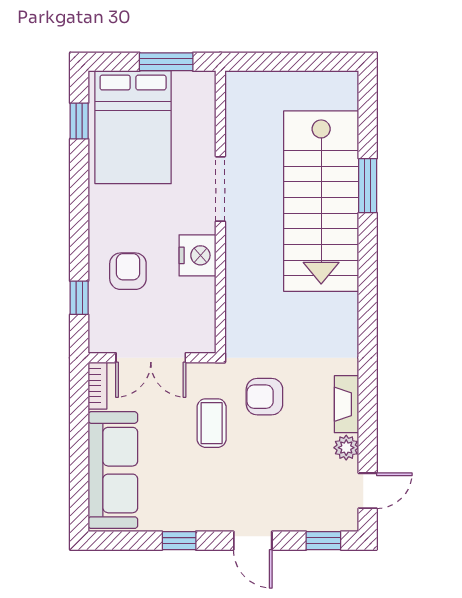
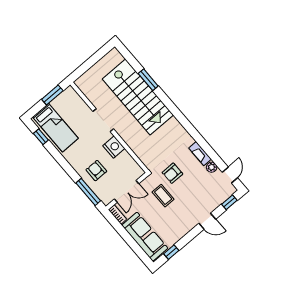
bed: (133, 127) -> (55, 128), width x0.67
window: (79, 298) -> (88, 192), width x2.17
window: (179, 541) -> (171, 252), moved

